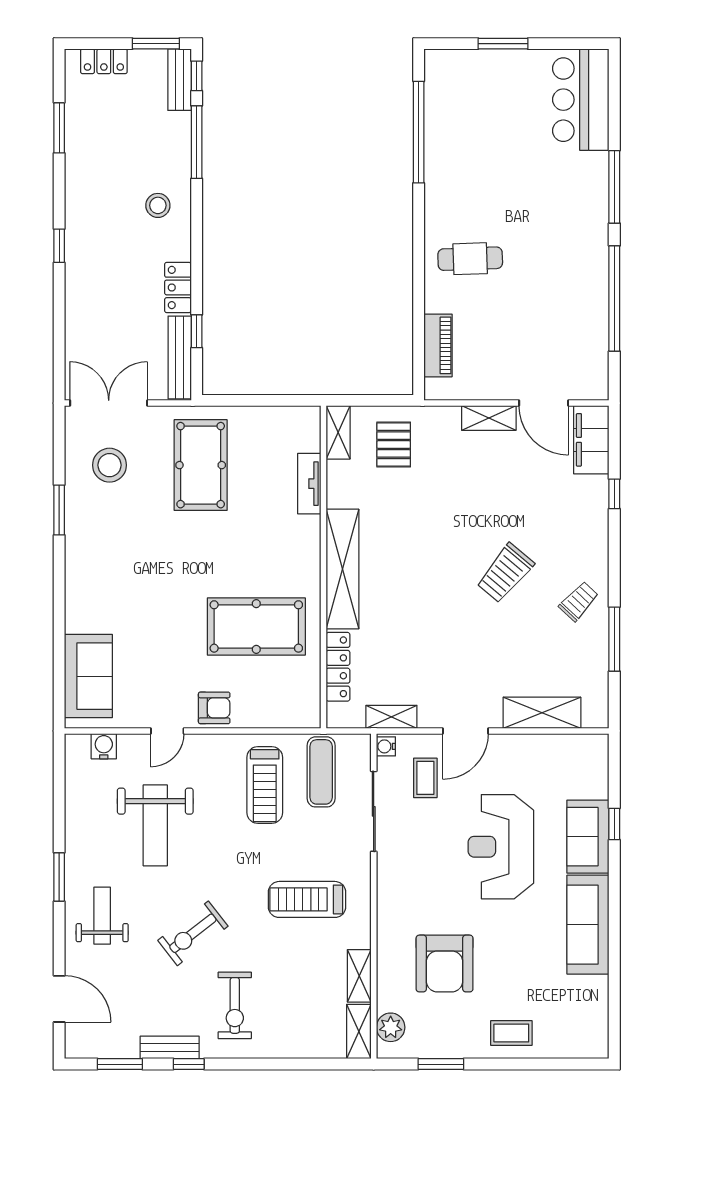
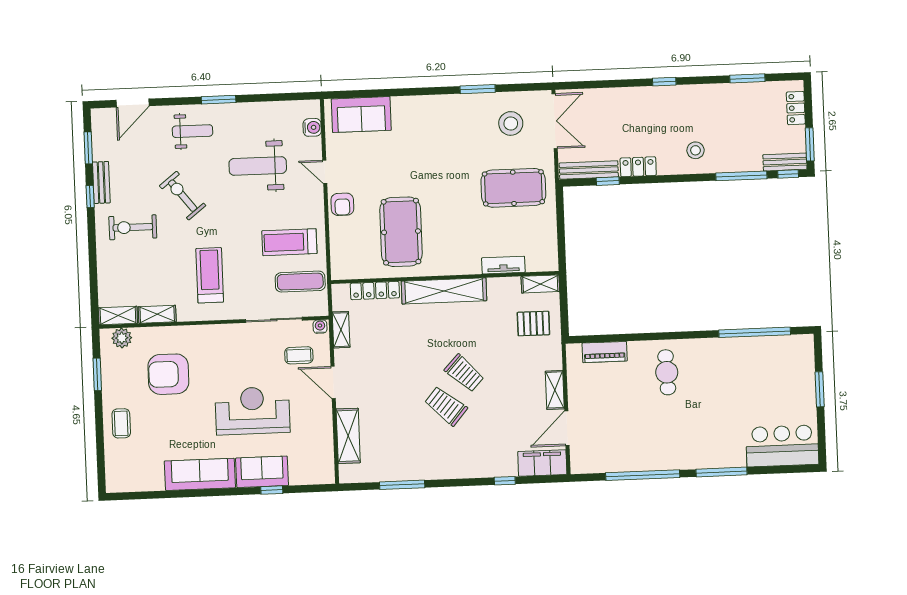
trolley: (579, 601) -> (464, 373), moved, width x1.36, depth x1.39

